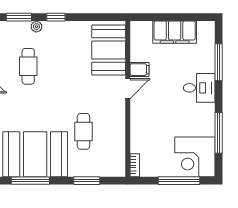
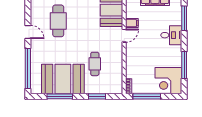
cafe table: (28, 66) -> (58, 21), width x1.37, depth x1.35
window: (179, 181) -> (147, 96), moved

